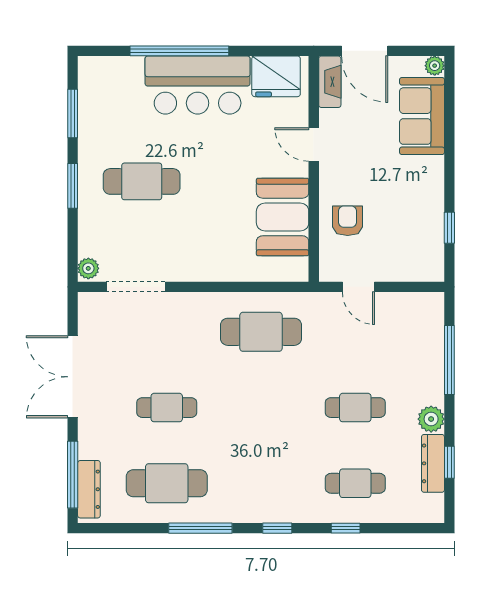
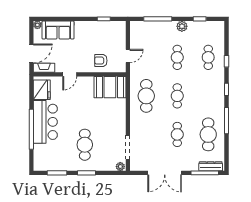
booth: (283, 217) -> (110, 87), moved
cafe table: (261, 408) -> (177, 96), added
dresser: (433, 463) -> (200, 26), removed

